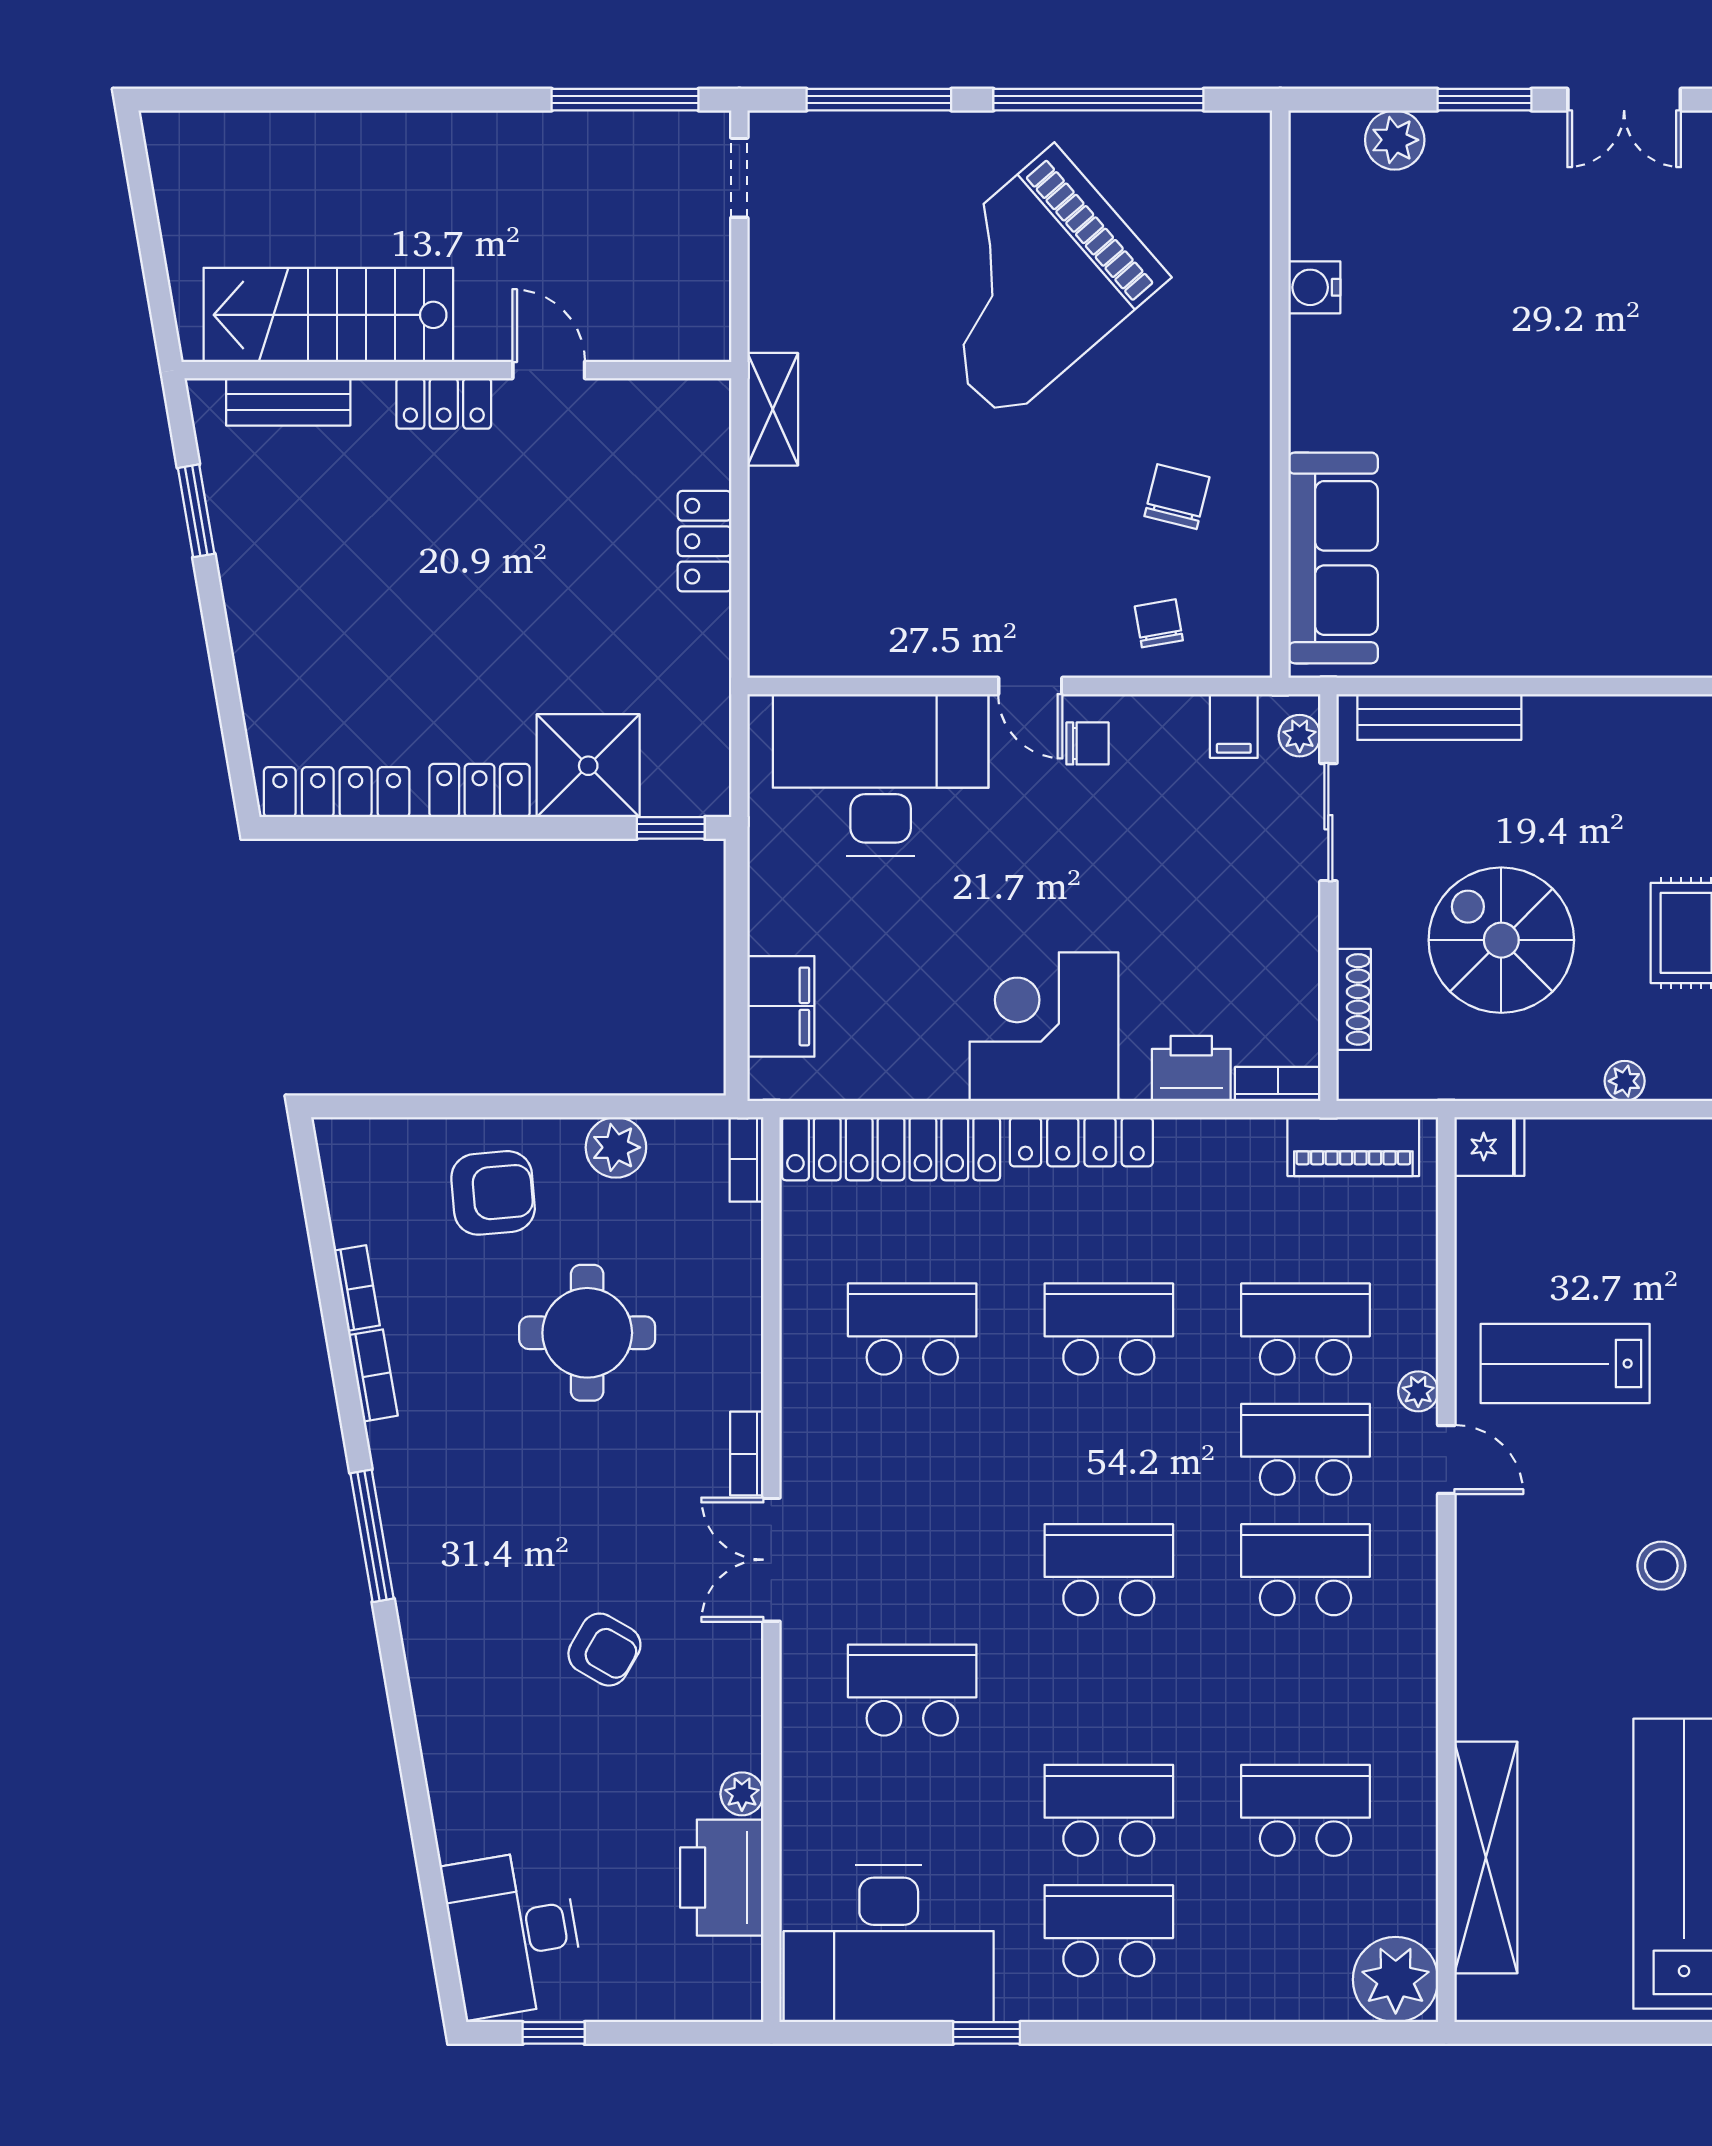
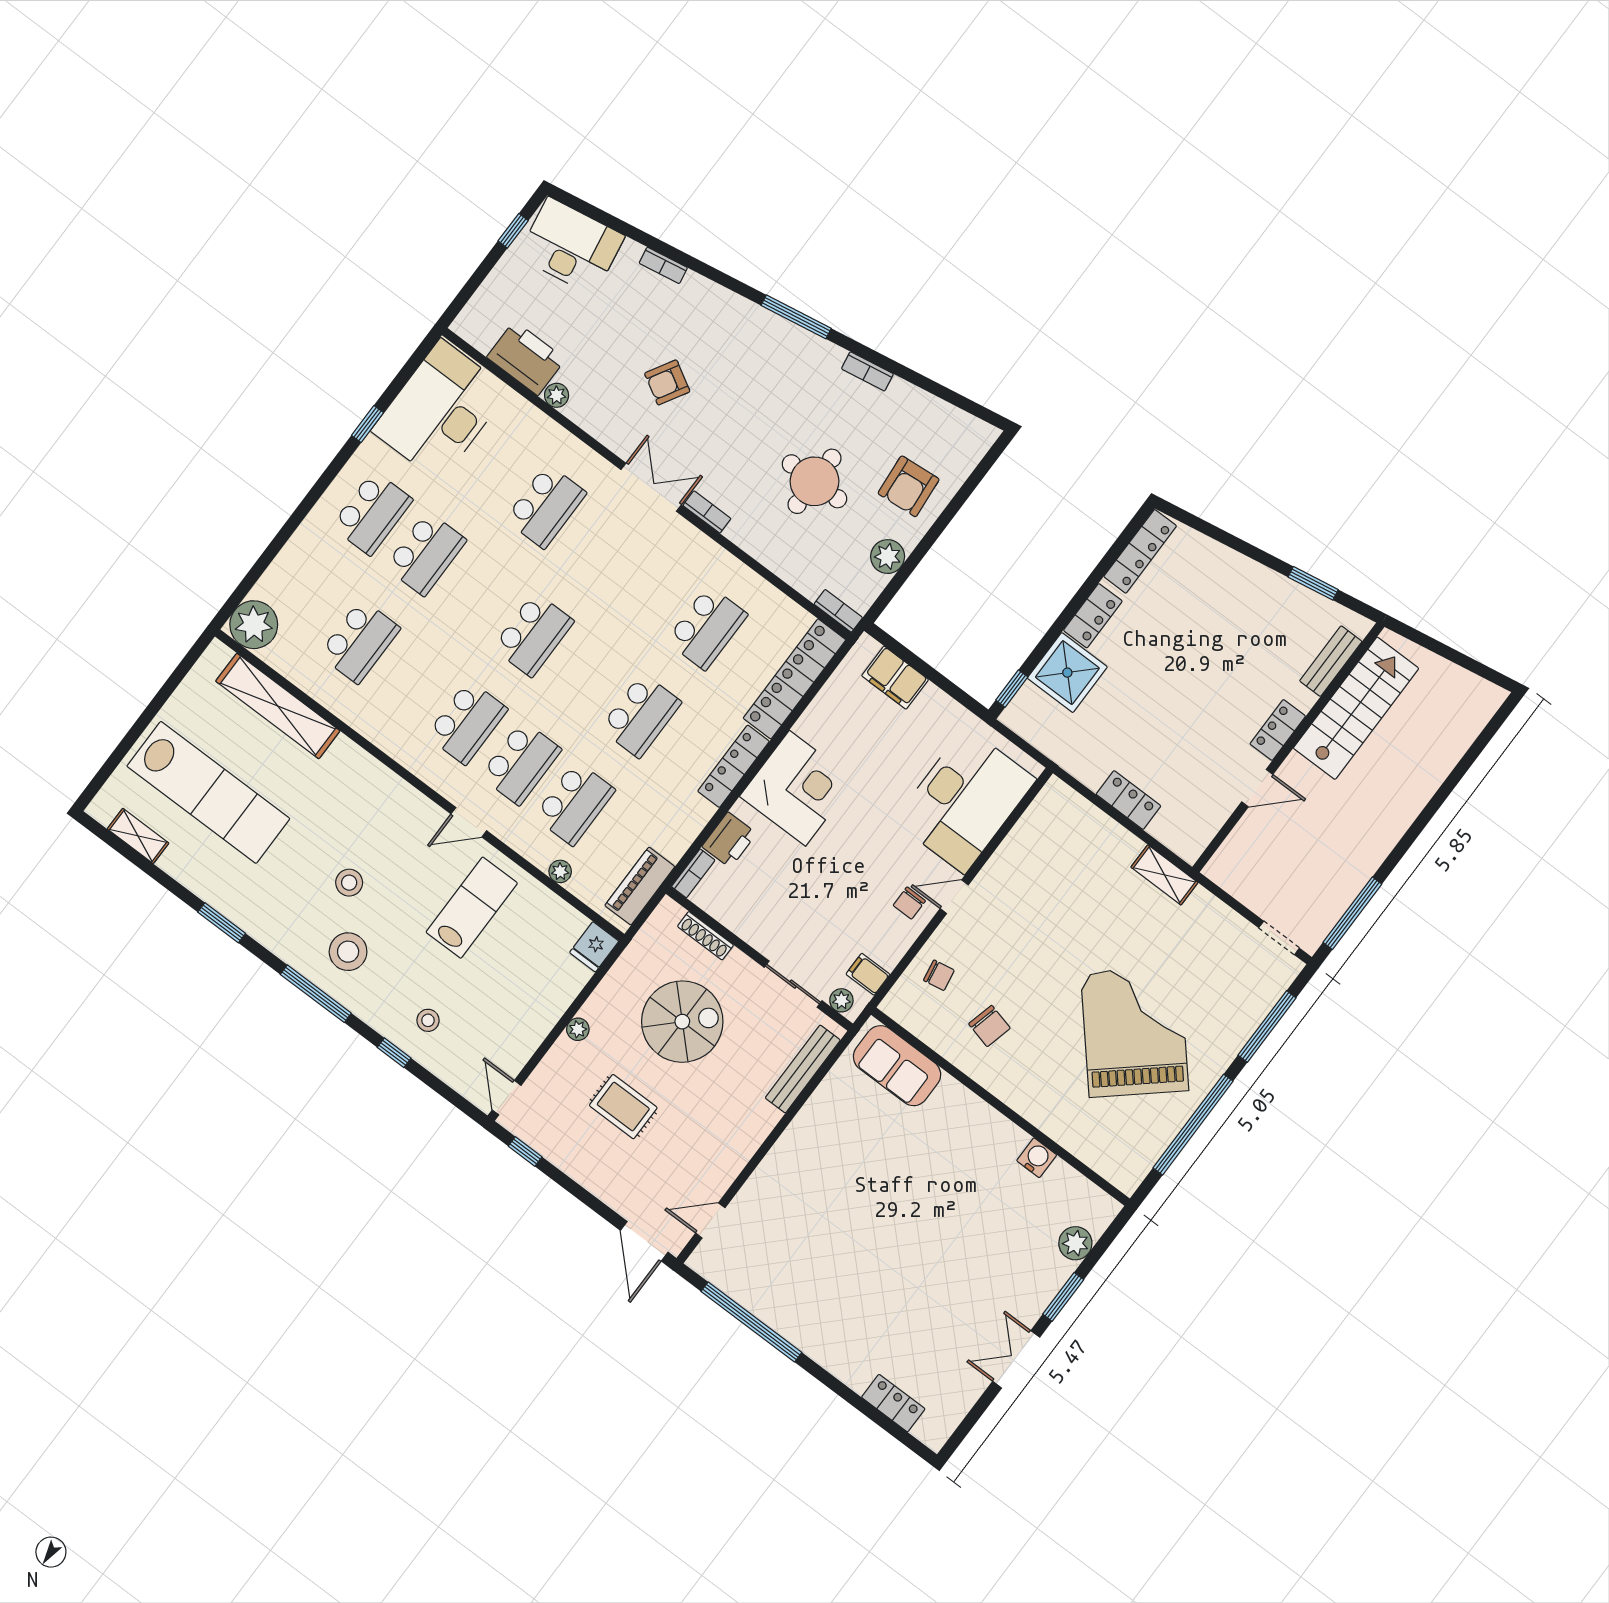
sofa: (1333, 558) -> (897, 1066), width x0.73
bookcase: (357, 1288) -> (663, 265), moved
plant: (1418, 1391) -> (560, 871), moved

